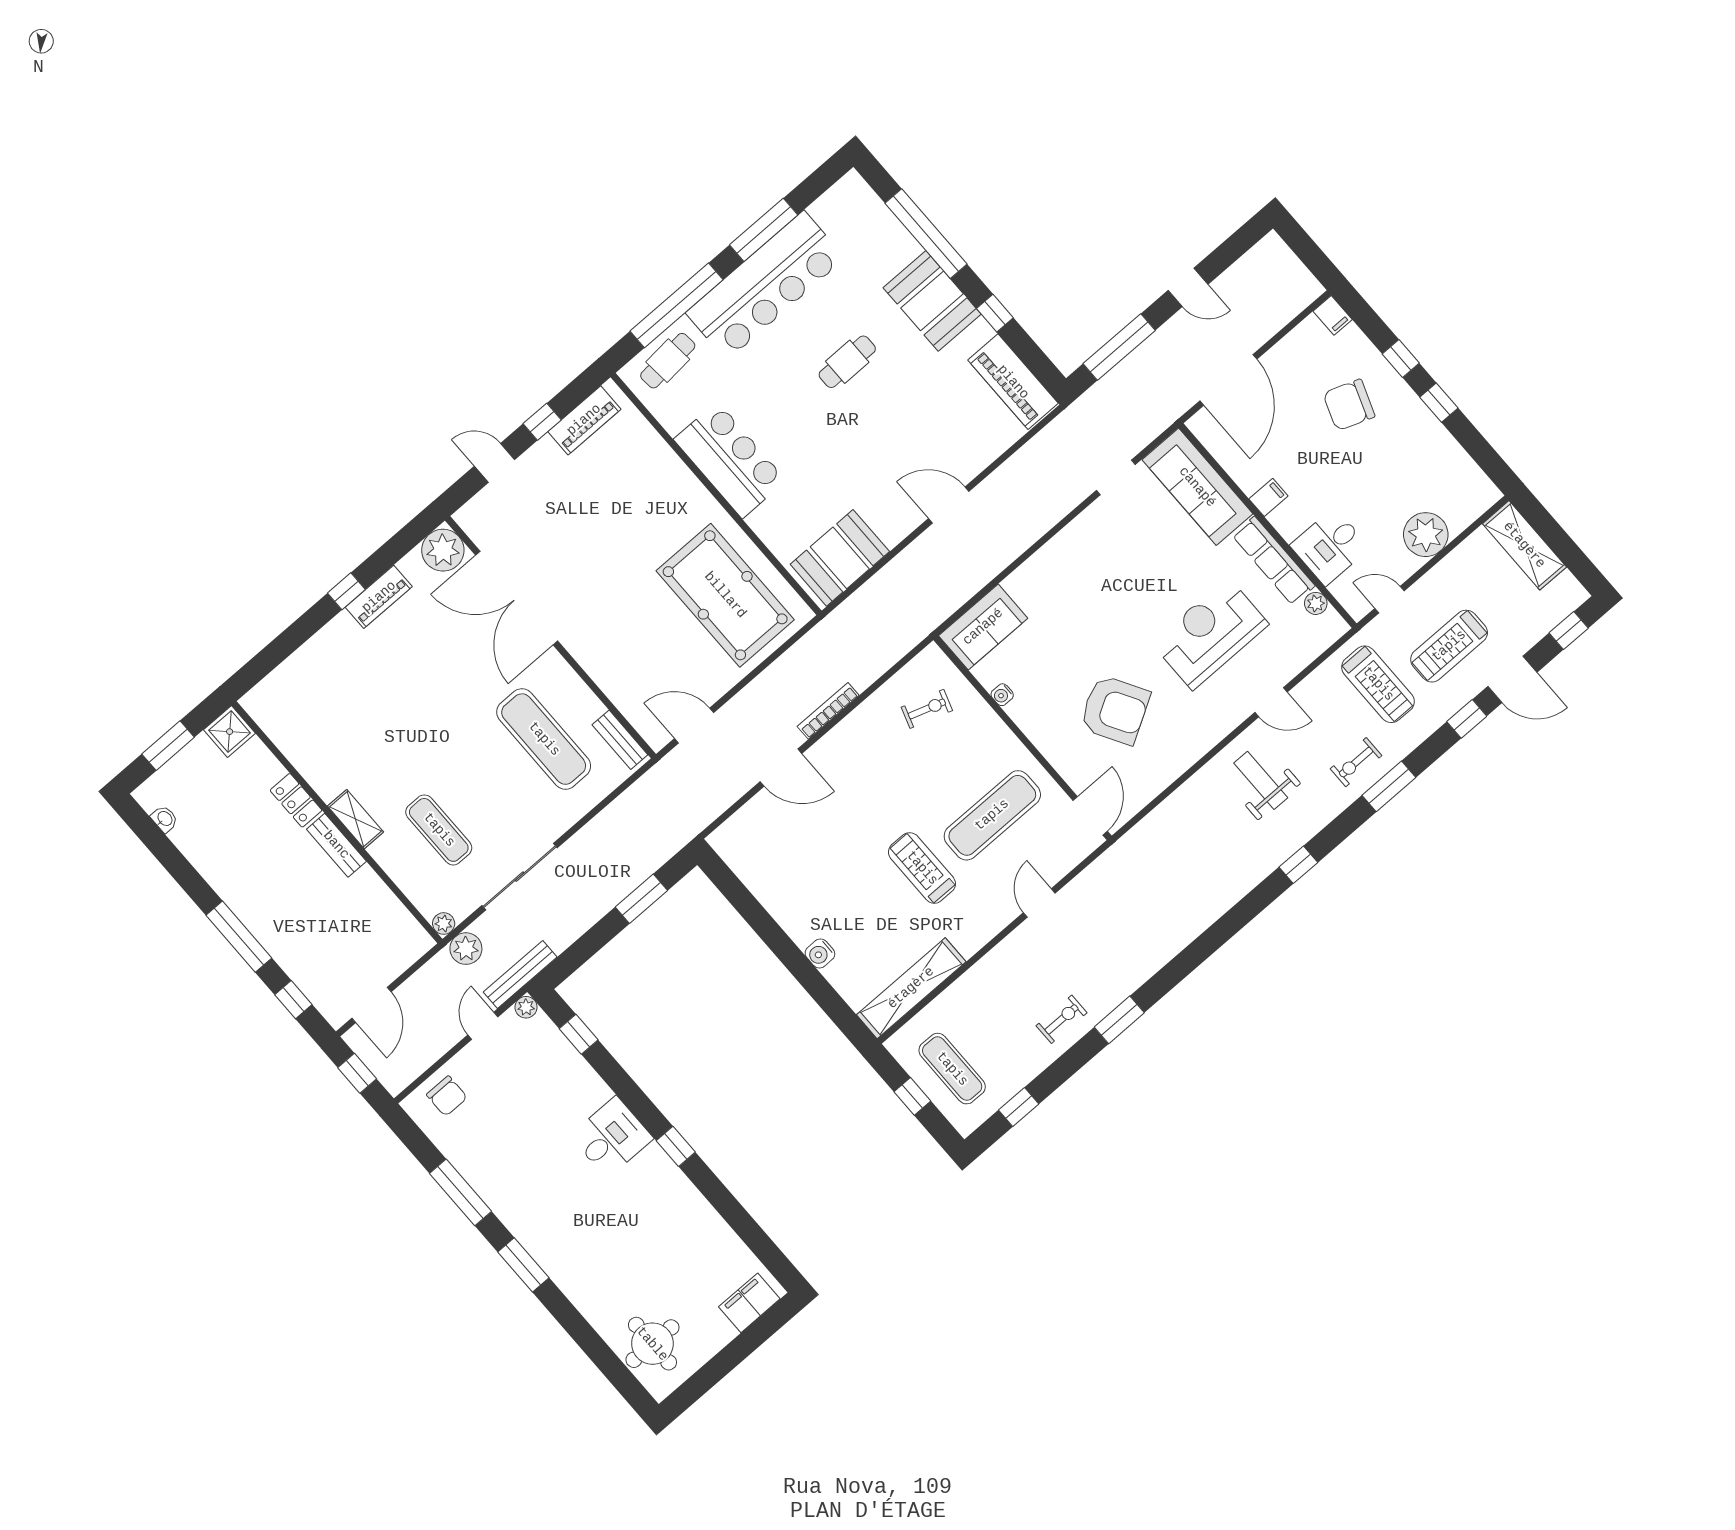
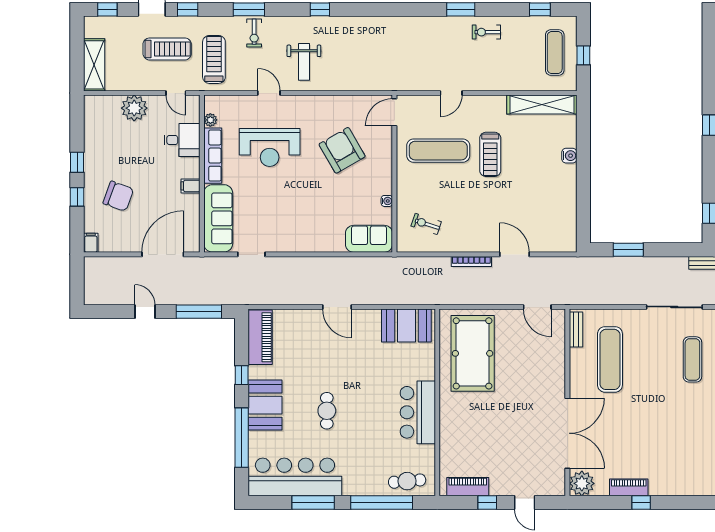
bar counter: (765, 285) -> (295, 477), moved
cafe table: (847, 362) -> (327, 411), turned 90
exercise bike: (1356, 762) -> (254, 33), turned 90

